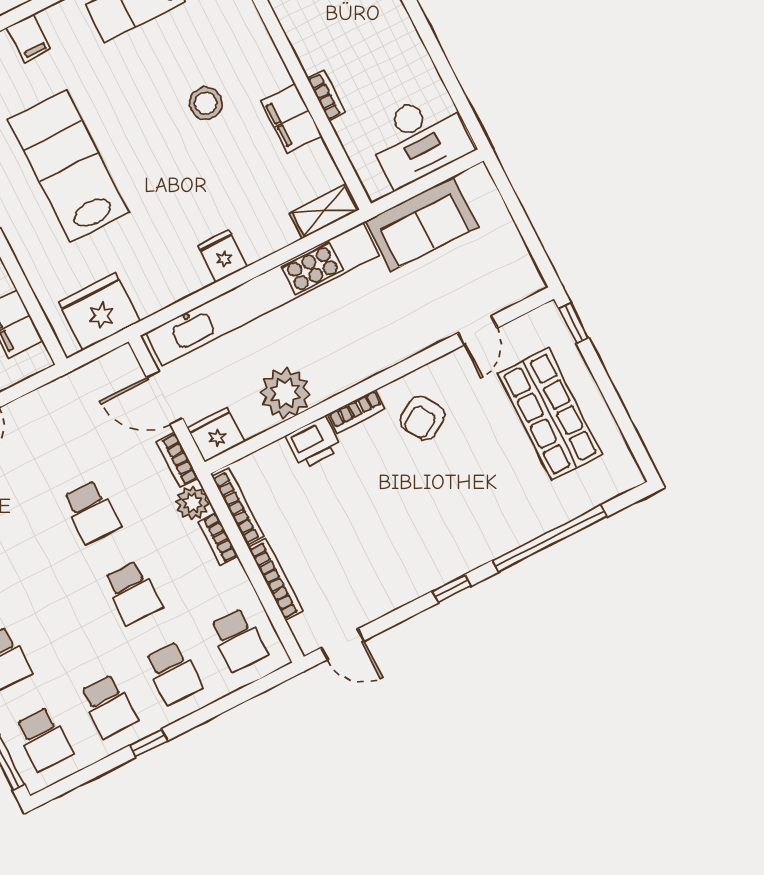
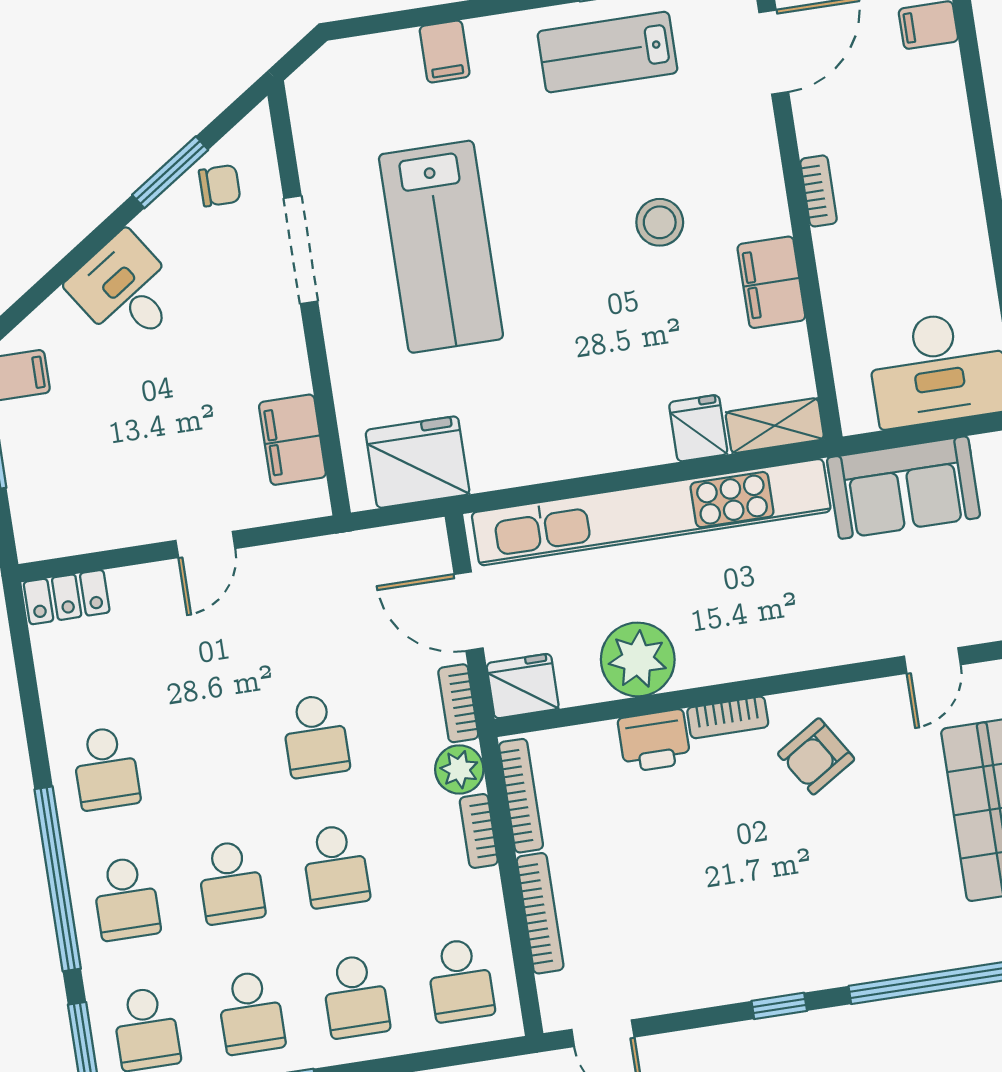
bookcase: (326, 95) -> (819, 191), moved
lab bench: (68, 166) -> (441, 247), turned 180
fridge: (223, 256) -> (698, 428), moved
school desk: (68, 626) -> (231, 882), added

